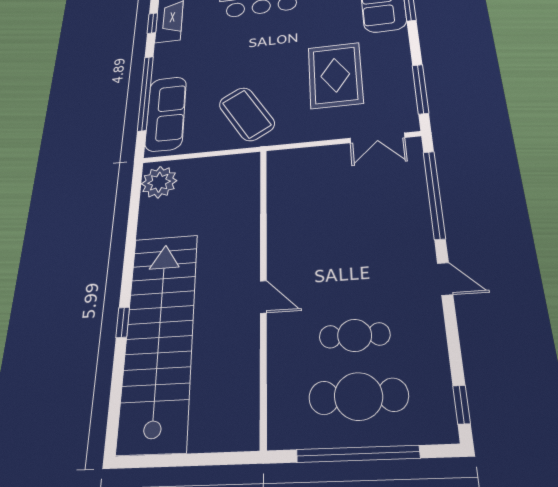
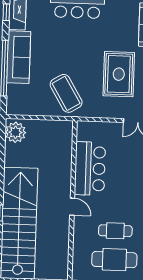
sofa: (166, 113) -> (19, 57), moved
bar counter: (295, 225) -> (90, 169), added

